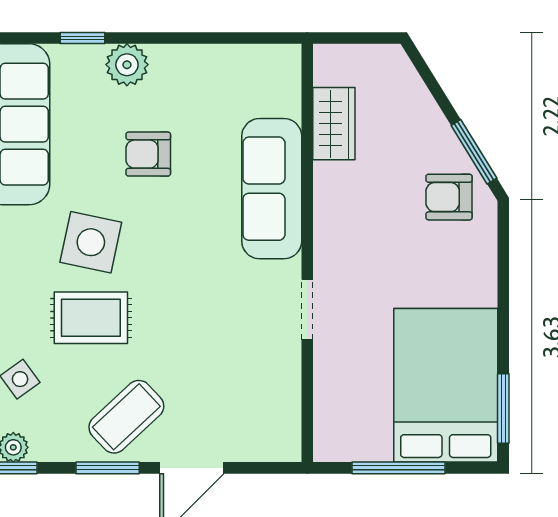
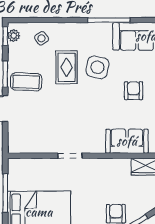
sofa: (272, 189) -> (127, 141), width x0.73
coffee table: (126, 417) -> (26, 82), turned -45

